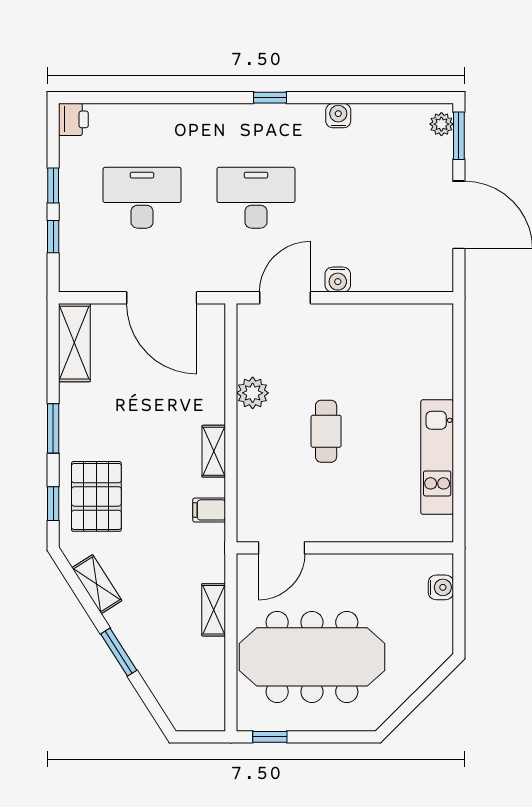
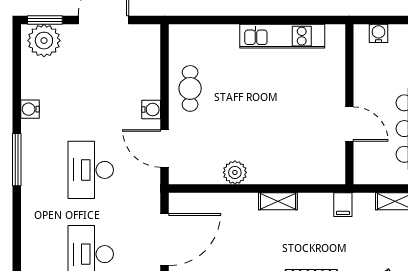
window: (270, 98) -> (17, 160), width x2.17
plant: (441, 124) -> (44, 41), width x1.88, depth x1.88
cafe table: (326, 431) -> (190, 88), moved, turned 90
filing cabinet: (209, 510) -> (343, 205), moved
door: (282, 548) -> (349, 124), moved

